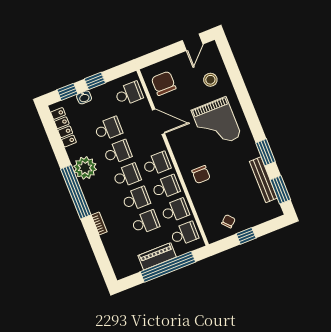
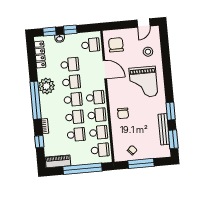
window: (246, 236) -> (141, 163), width x2.17
window: (98, 247) -> (39, 142), added
piano: (157, 256) -> (58, 161), moved

